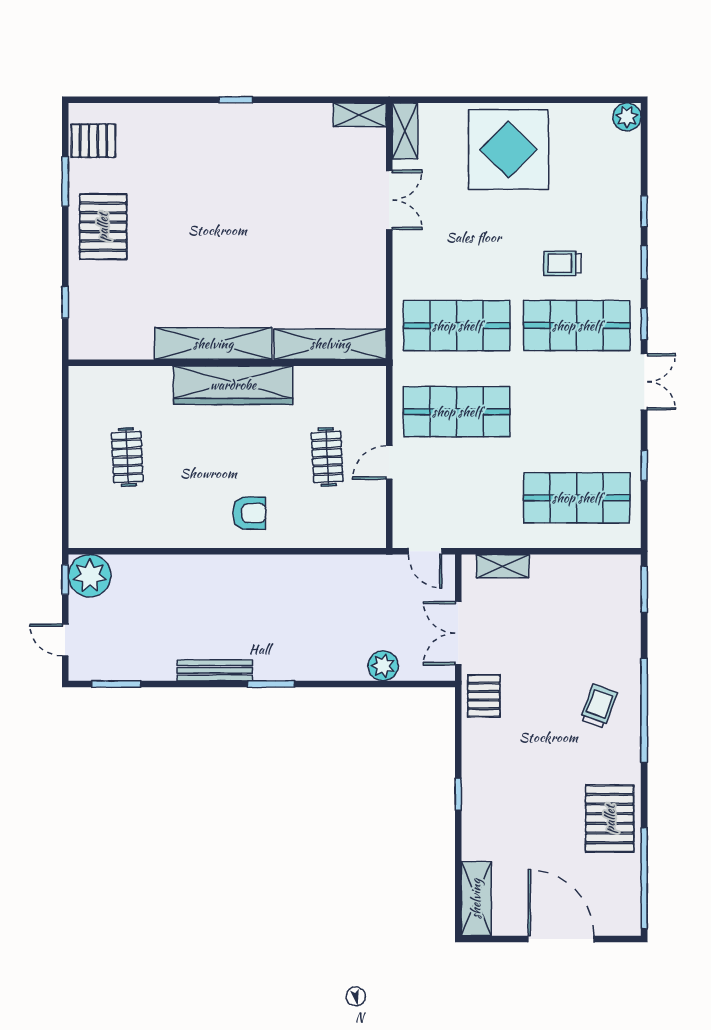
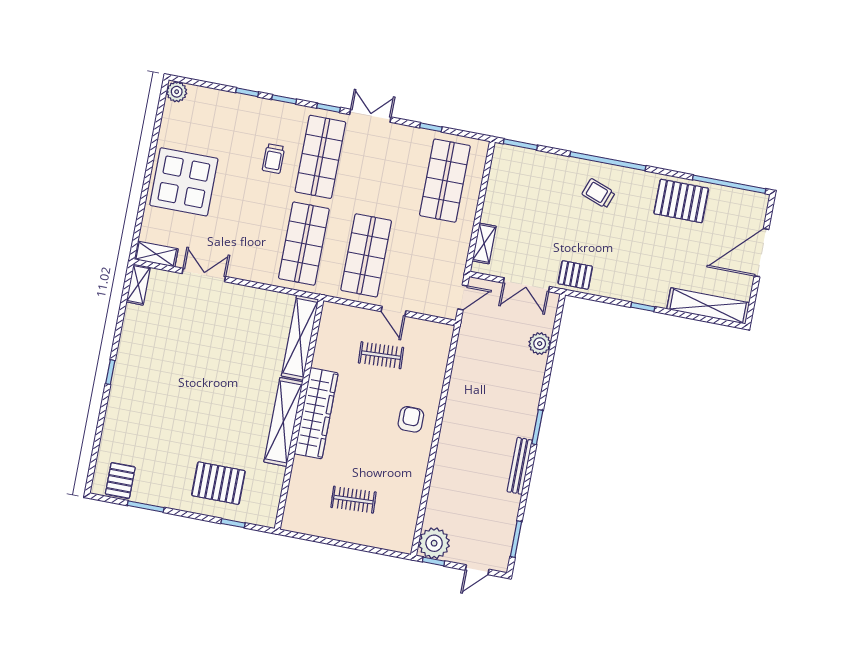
pallet: (103, 227) -> (218, 483), moved
shelving: (476, 899) -> (708, 306), width x1.47

